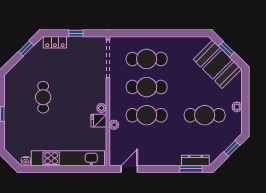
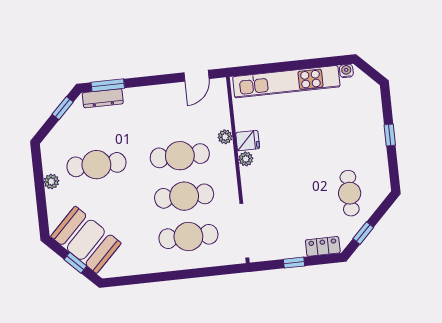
cafe table: (43, 97) -> (350, 193), moved
window: (232, 149) -> (63, 108), moved

